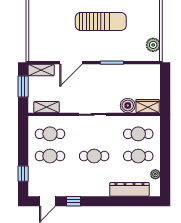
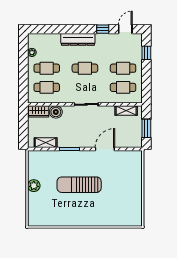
plant: (153, 45) -> (34, 186), moved
shelving: (41, 70) -> (46, 143), moved
dresser: (129, 189) -> (78, 39), moved

